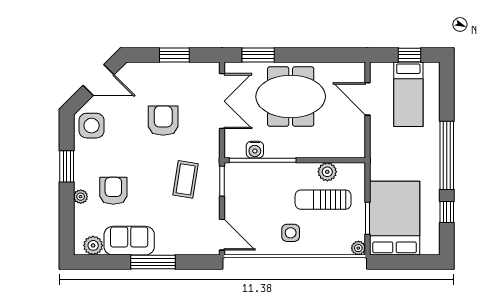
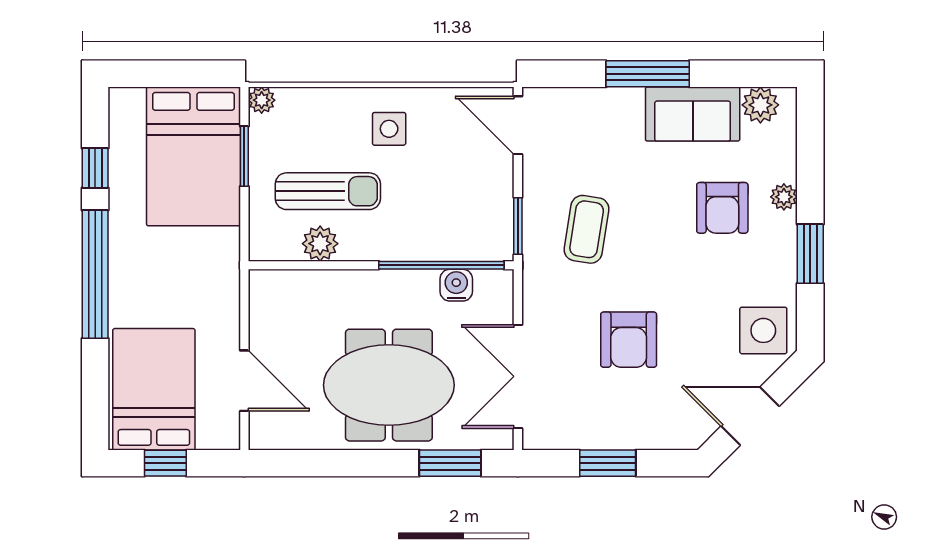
bed: (408, 94) -> (154, 389), width x1.50

